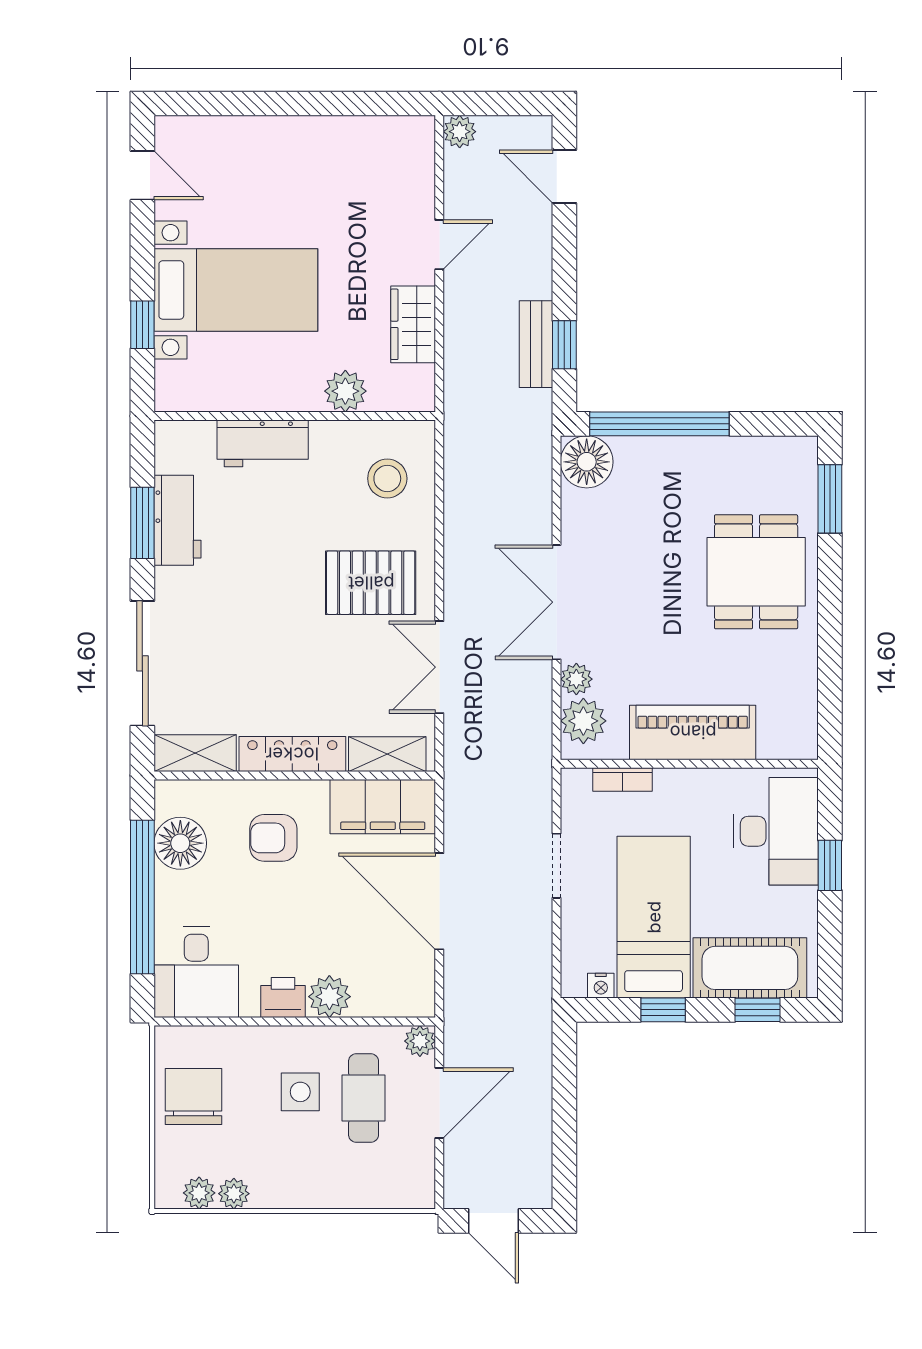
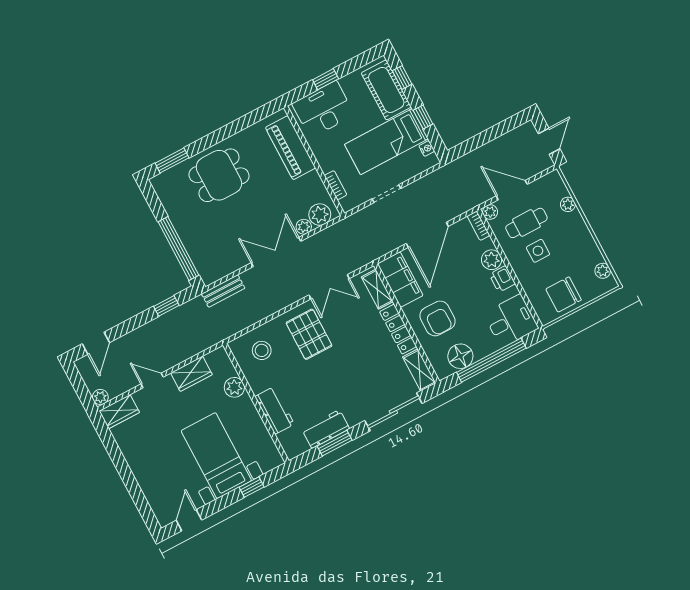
wardrobe: (414, 152) -> (119, 412), added
bench: (536, 344) -> (223, 291), moved
floor lamp: (587, 462) -> (210, 271), removed
double door: (557, 602) -> (276, 252), swing flipped
piano: (693, 732) -> (291, 148), moved
armchair: (273, 838) -> (438, 318), width x1.38, depth x1.38
bookcase: (406, 1006) -> (478, 226), added
plant: (234, 1194) -> (568, 204), moved

